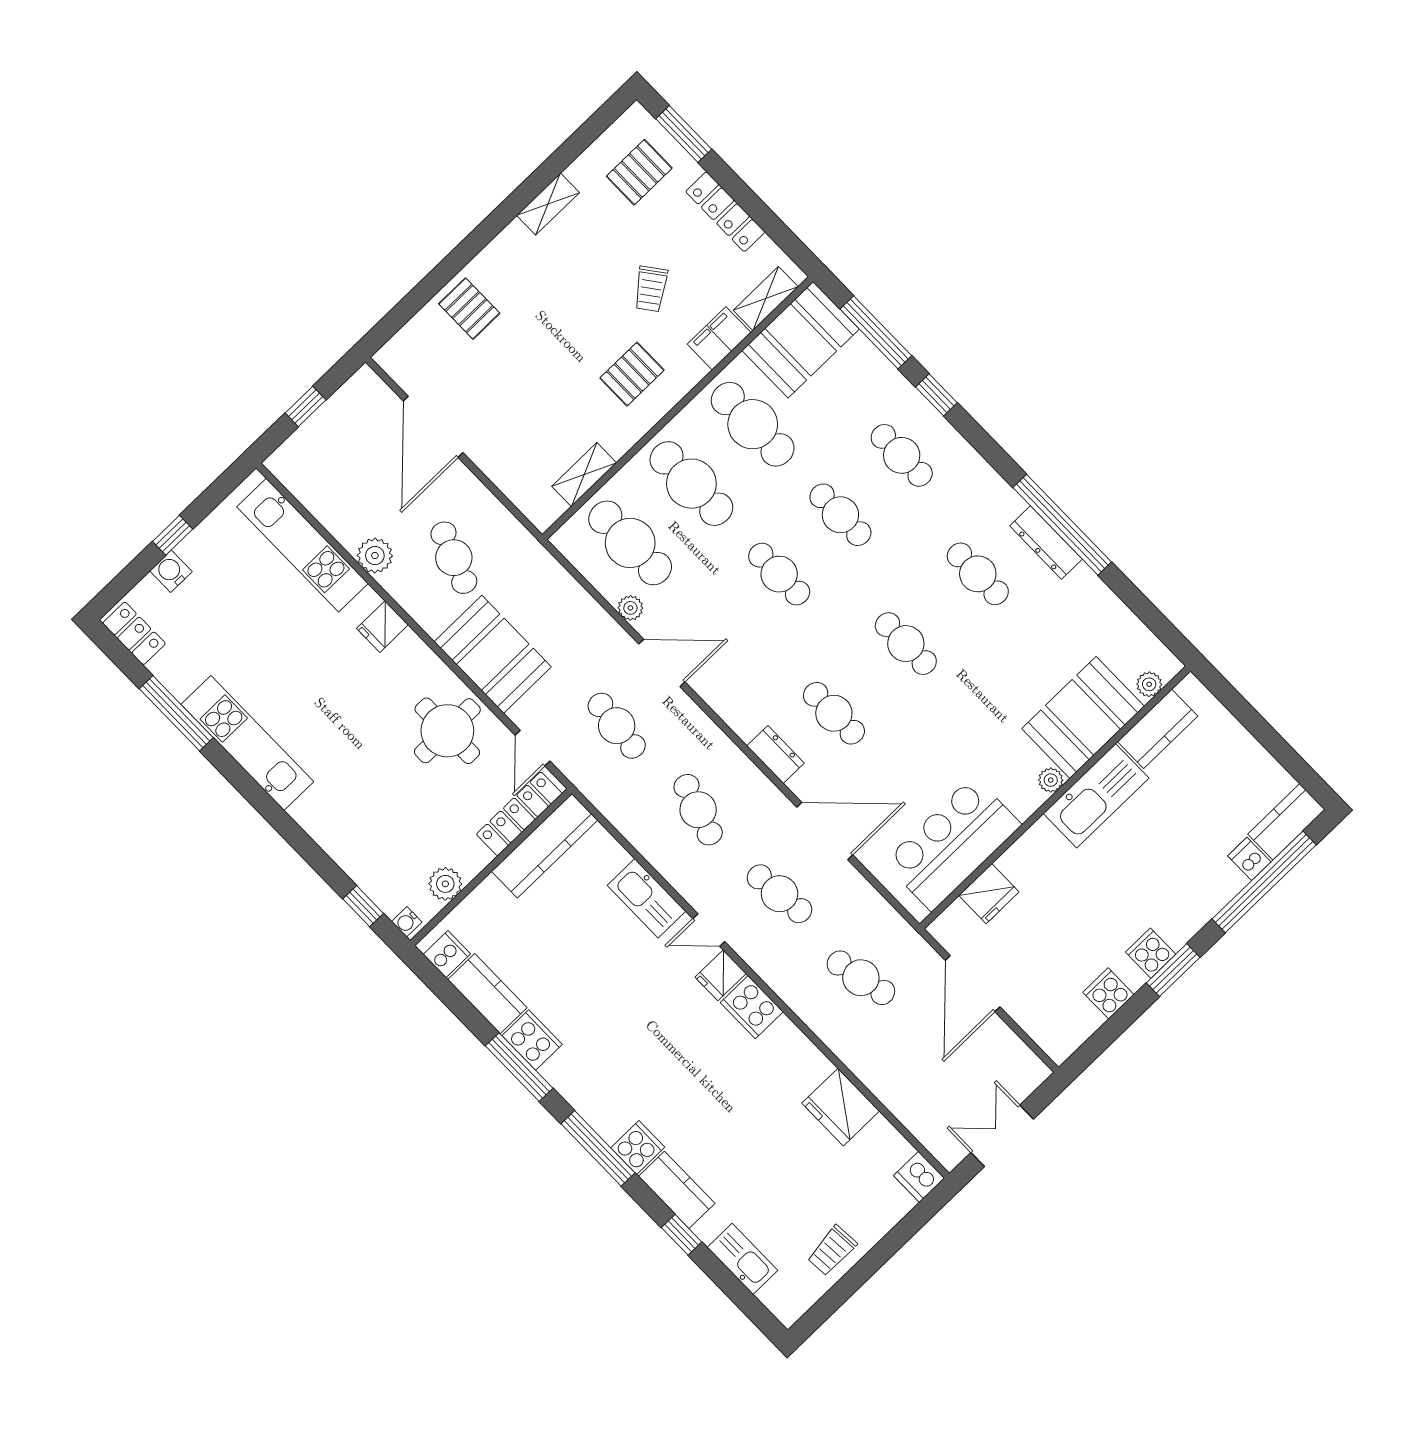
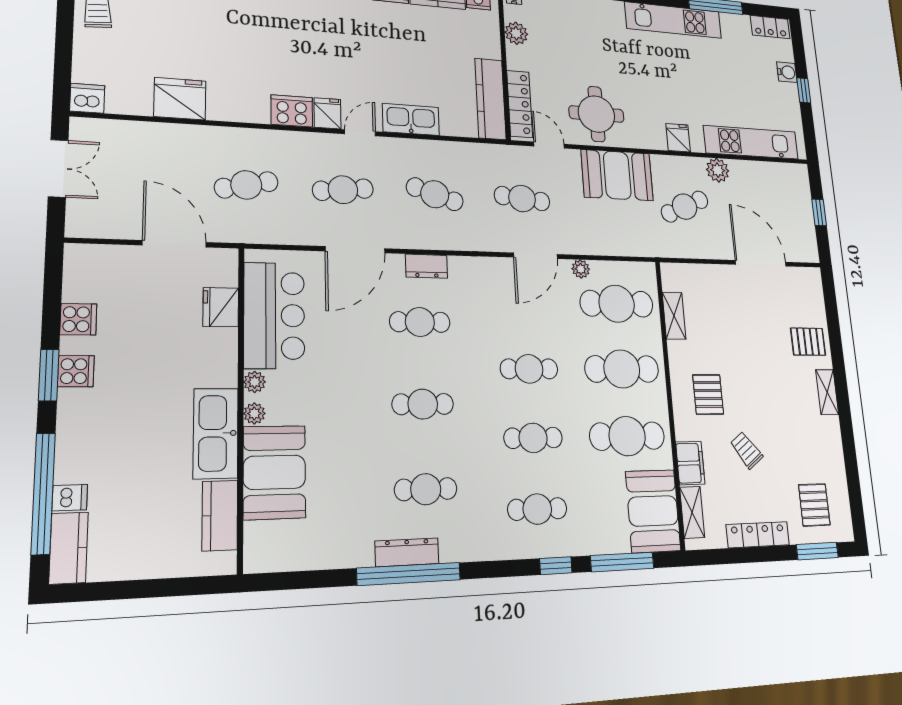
shelving: (548, 204) -> (827, 392), moved
cafe table: (454, 558) -> (685, 207), turned -45
plant: (1149, 684) -> (255, 382), moved

